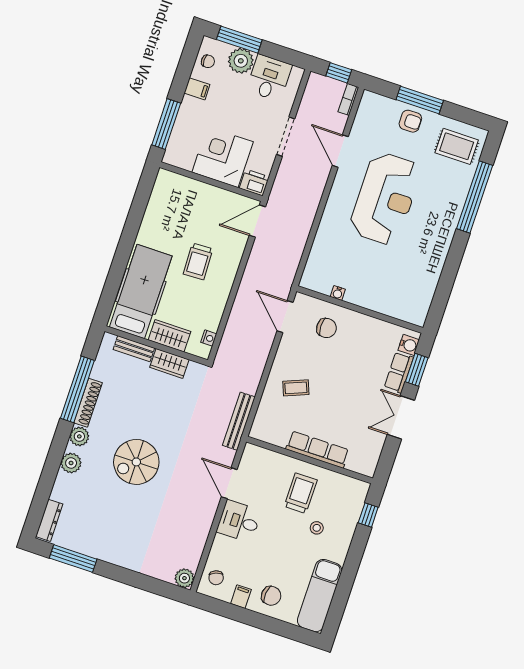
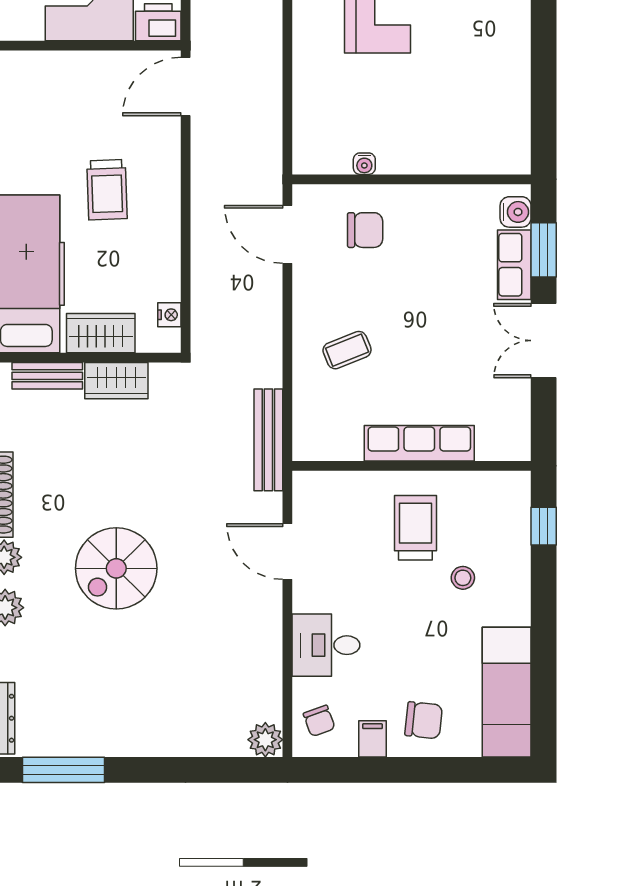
desk: (239, 521) -> (326, 645), moved

